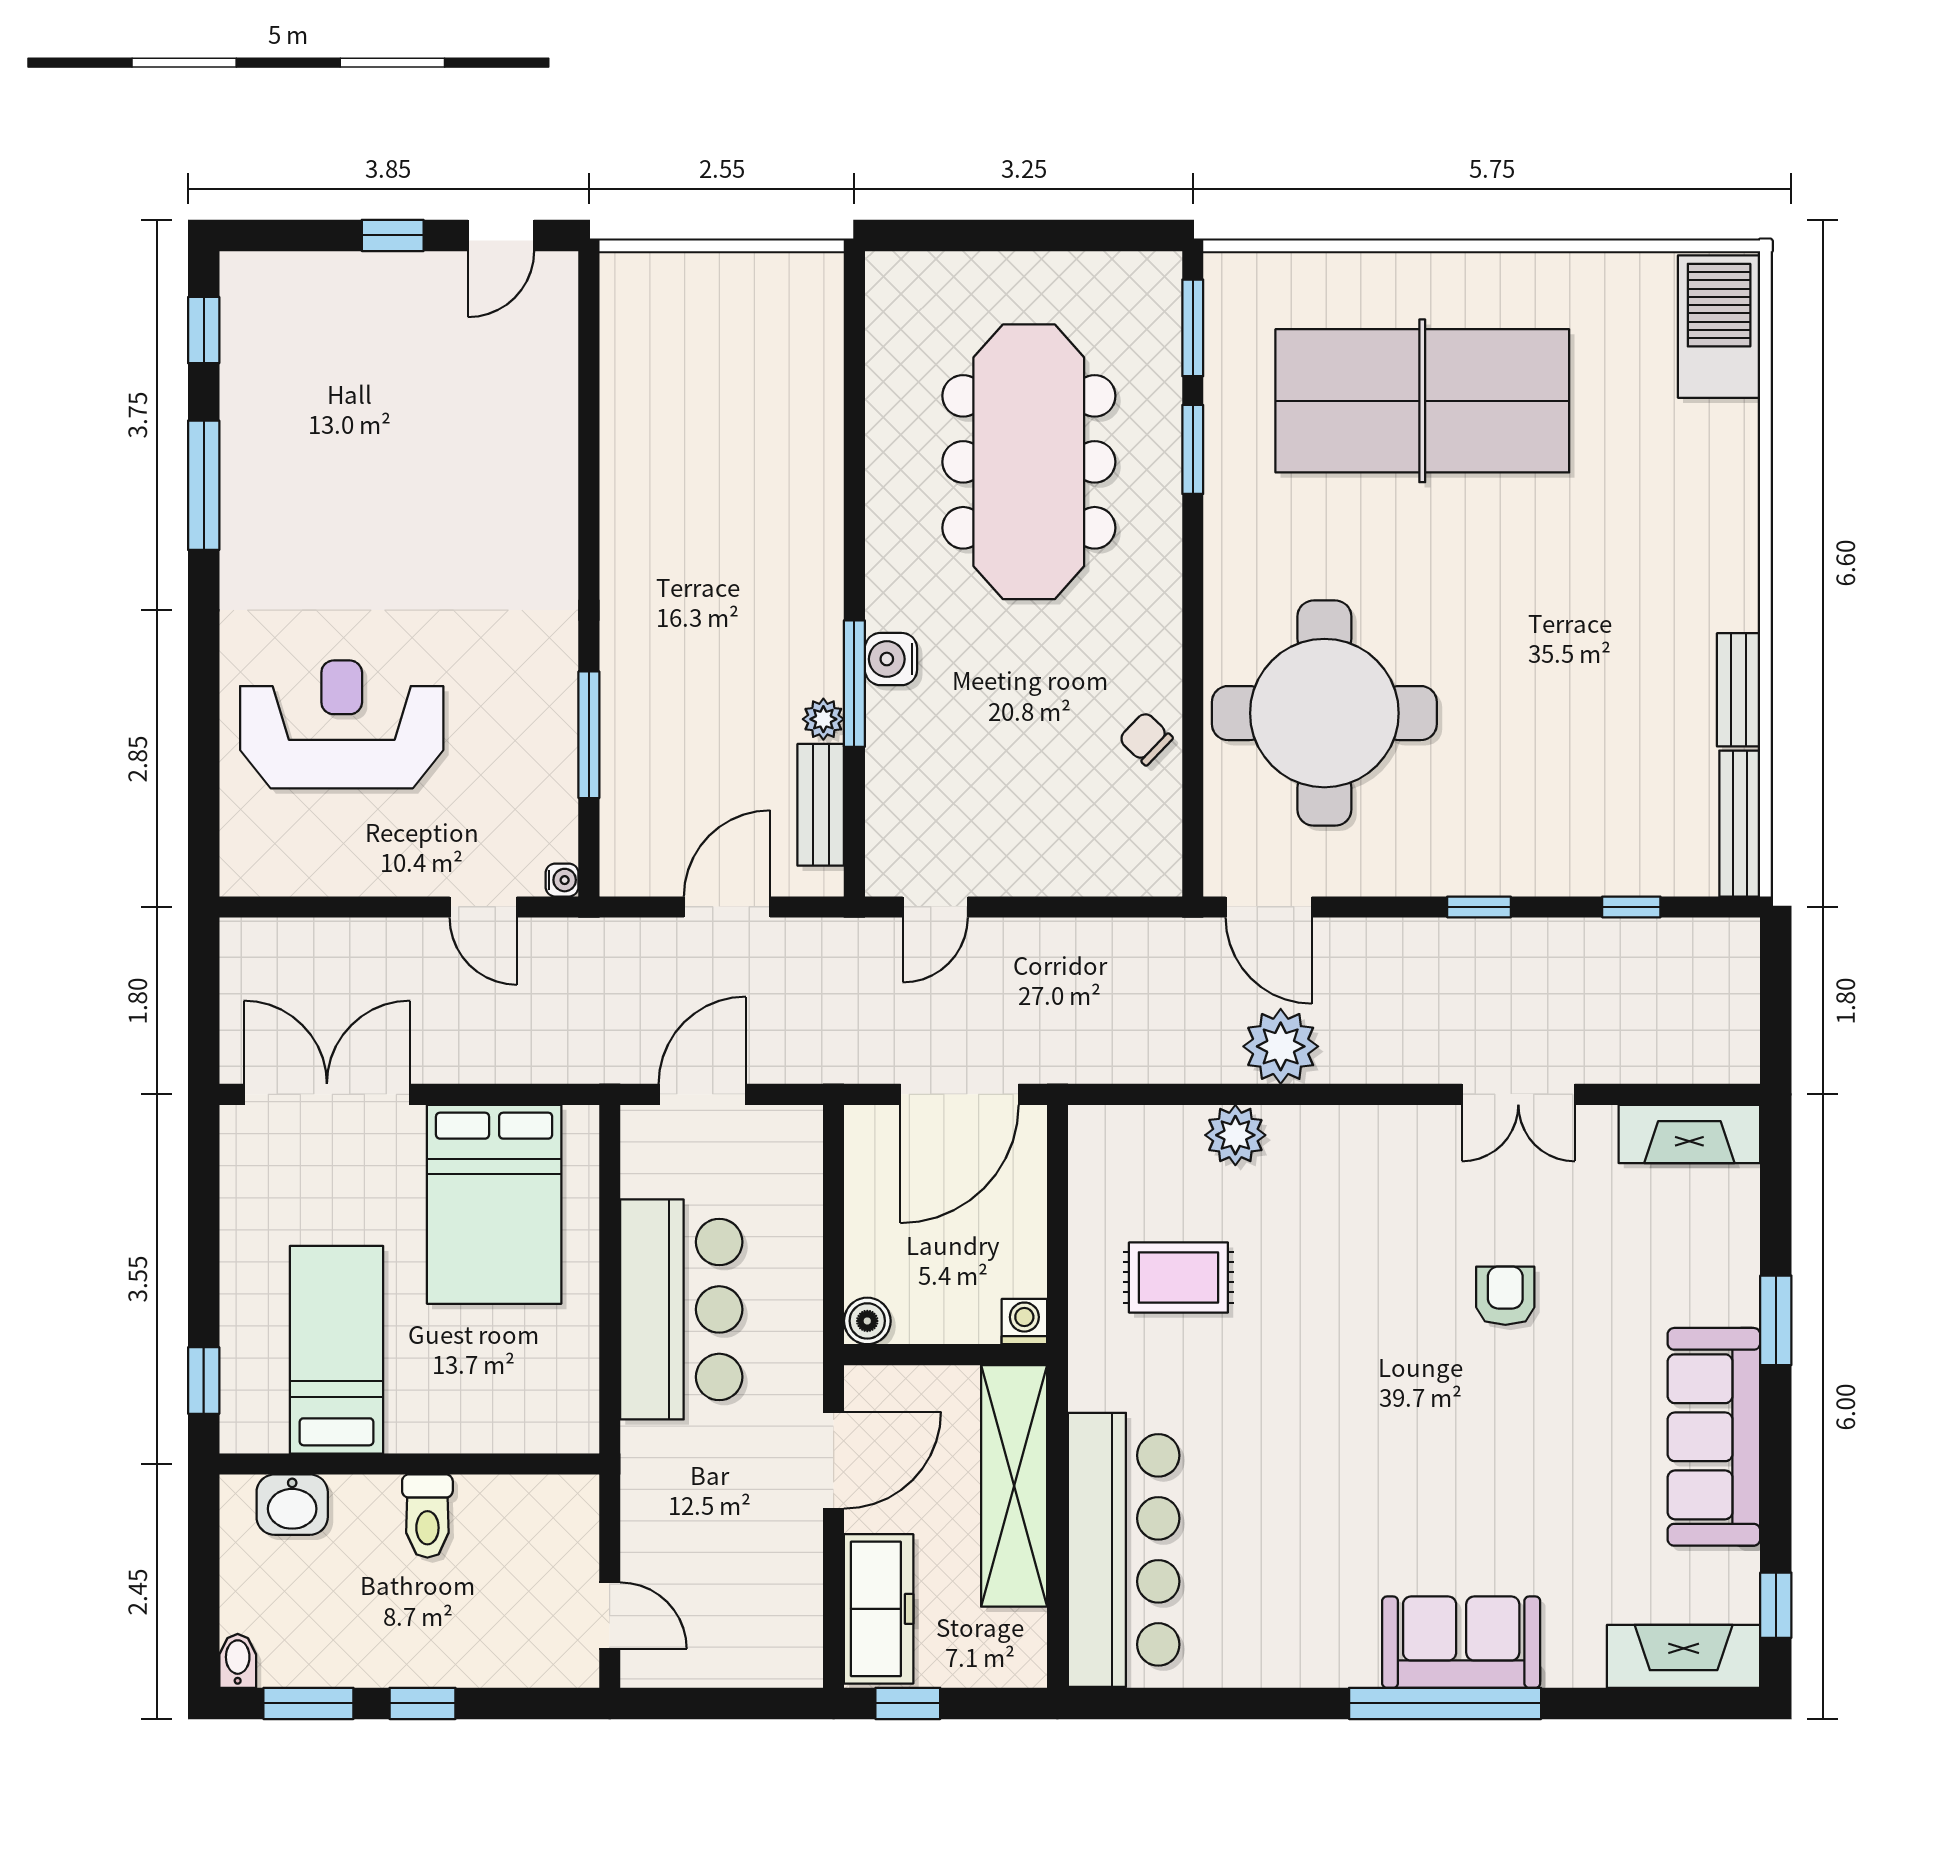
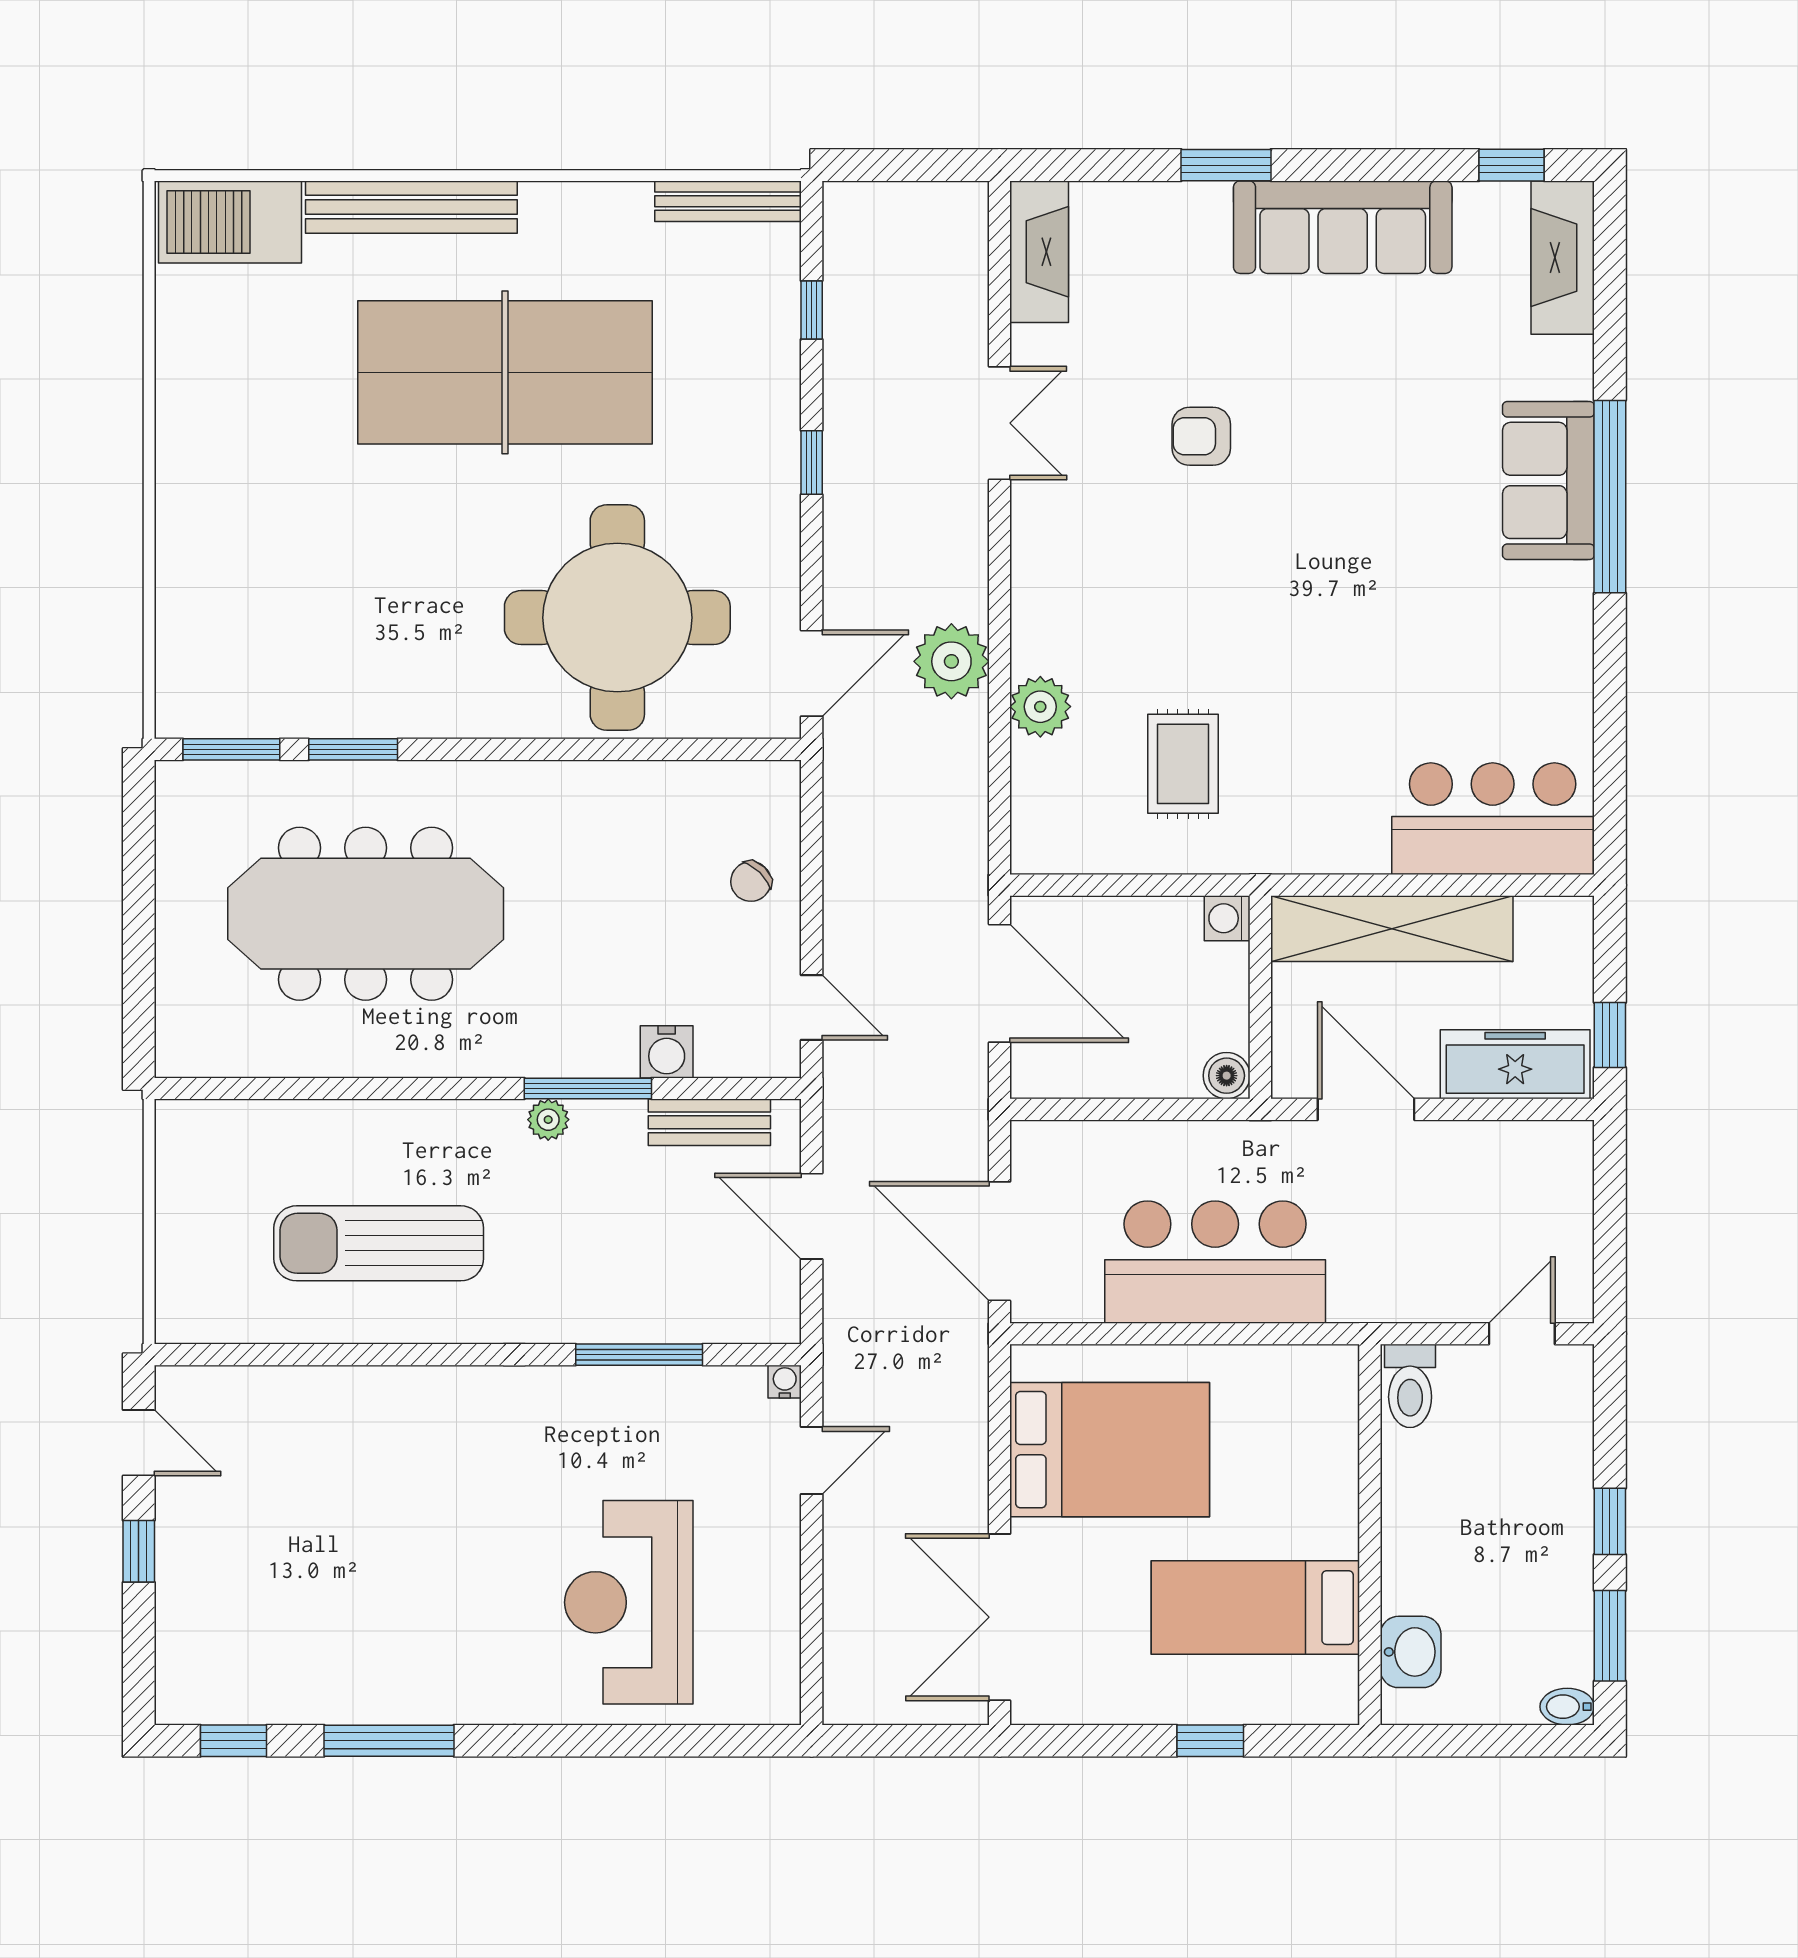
table tennis table: (1422, 401) -> (505, 372), moved, turned 90
sun lounger: (700, 475) -> (379, 1243), added
water cooler: (891, 659) -> (667, 1052), moved
bench: (1739, 690) -> (411, 207), moved, width x1.86, depth x1.21
plant: (823, 719) -> (548, 1120), moved
chair: (1146, 738) -> (751, 881), moved
door: (702, 1094) -> (999, 1241), width x1.36
window: (204, 1381) -> (1210, 1741), moved
toilet: (427, 1516) -> (1410, 1386), moved, turned 90
bar counter: (1124, 1550) -> (1493, 819), width x0.73

